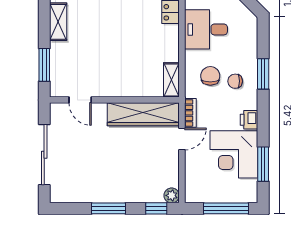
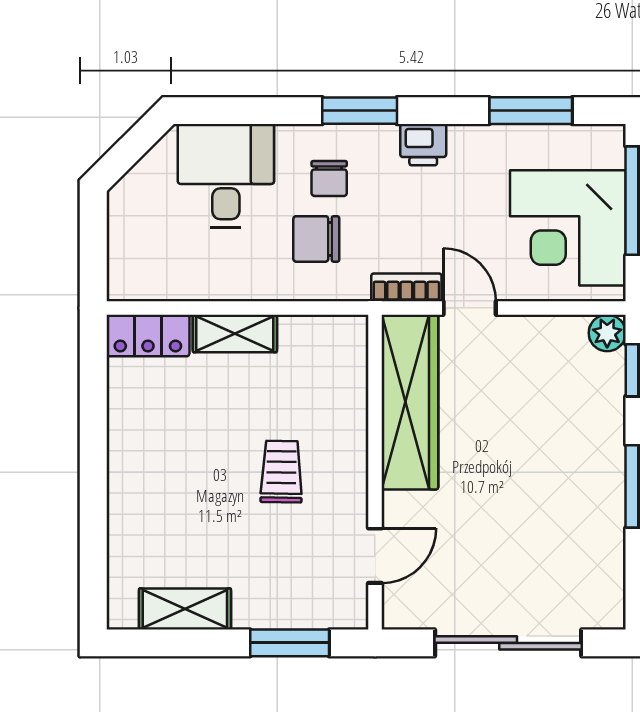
desk: (206, 29) -> (226, 176), moved, turned 180
trolley: (115, 62) -> (281, 472), added
window: (263, 74) -> (360, 111), moved
shelving: (171, 80) -> (235, 334), moved
corner desk: (234, 154) -> (568, 228), moved, turned 90

